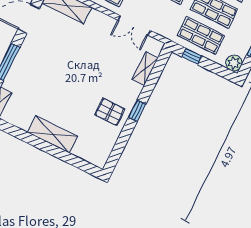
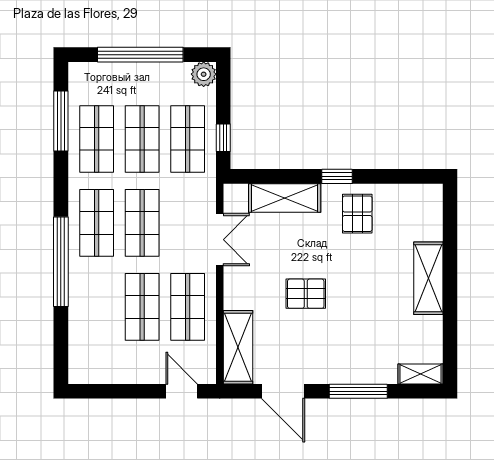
pallet: (78, 59) -> (306, 294), added
shelving: (145, 69) -> (285, 198), width x1.50, depth x1.33

